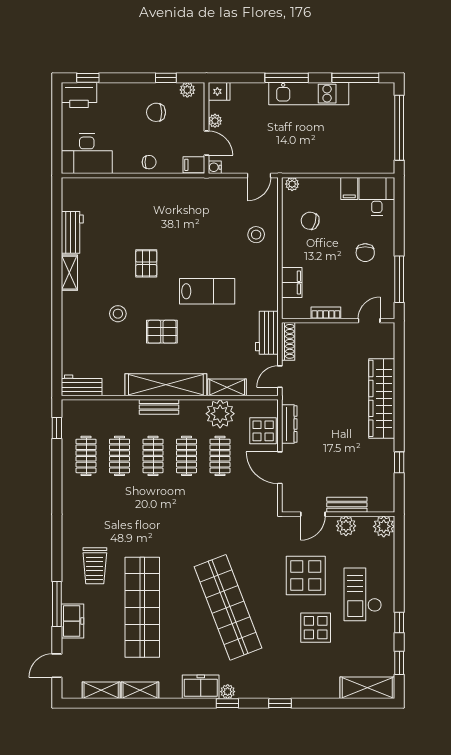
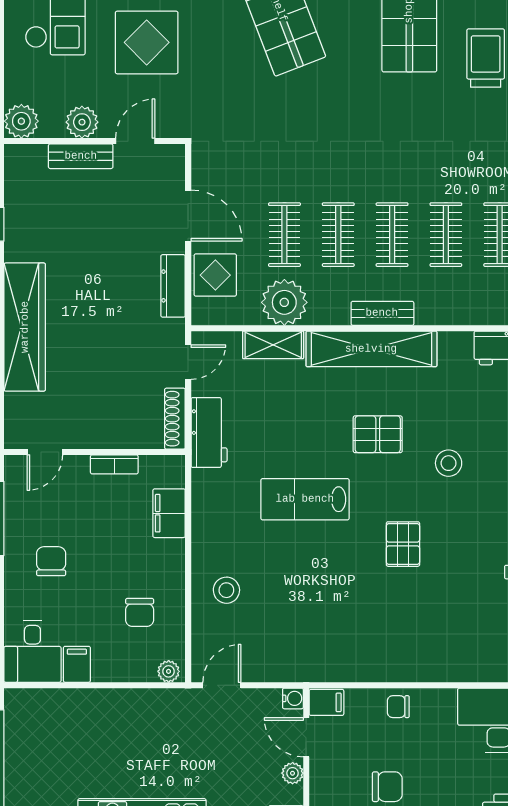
chair: (310, 221) -> (140, 612), turned 74

